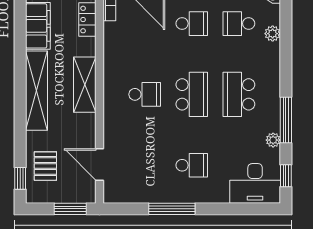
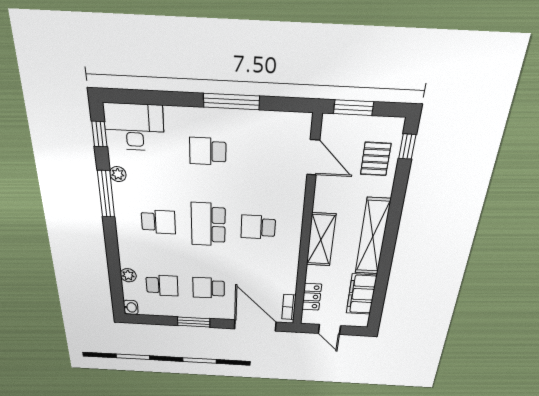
school desk: (239, 94) -> (158, 222), width x0.54

